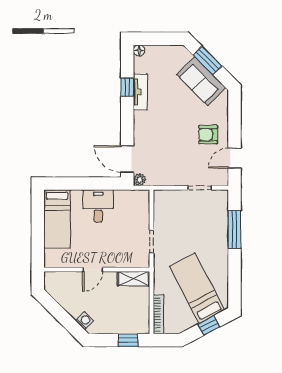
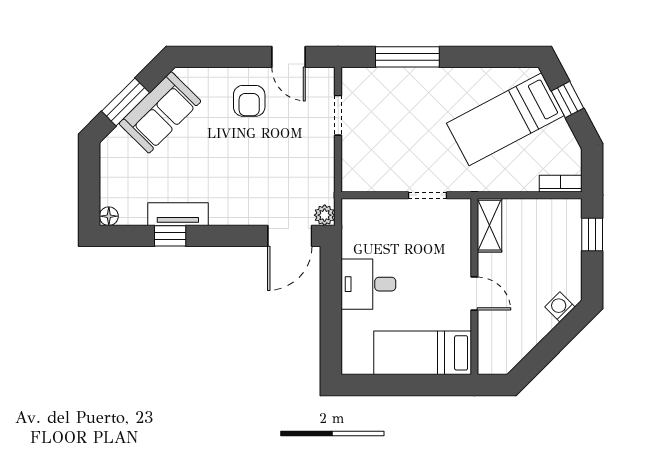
bed: (57, 219) -> (423, 353), moved, turned 180
bookcase: (158, 314) -> (561, 184), width x0.64

